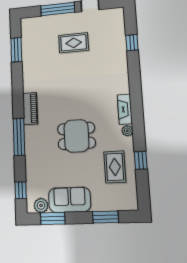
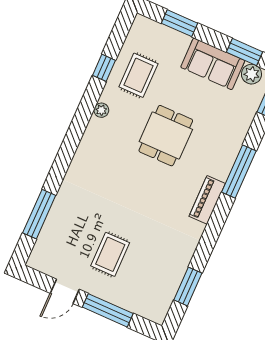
rug: (74, 43) -> (110, 254), turned 90
window: (132, 43) -> (39, 214), width x2.17
fireplace: (125, 109) -> (91, 137), removed
dining table: (76, 136) -> (166, 136), turned 90

